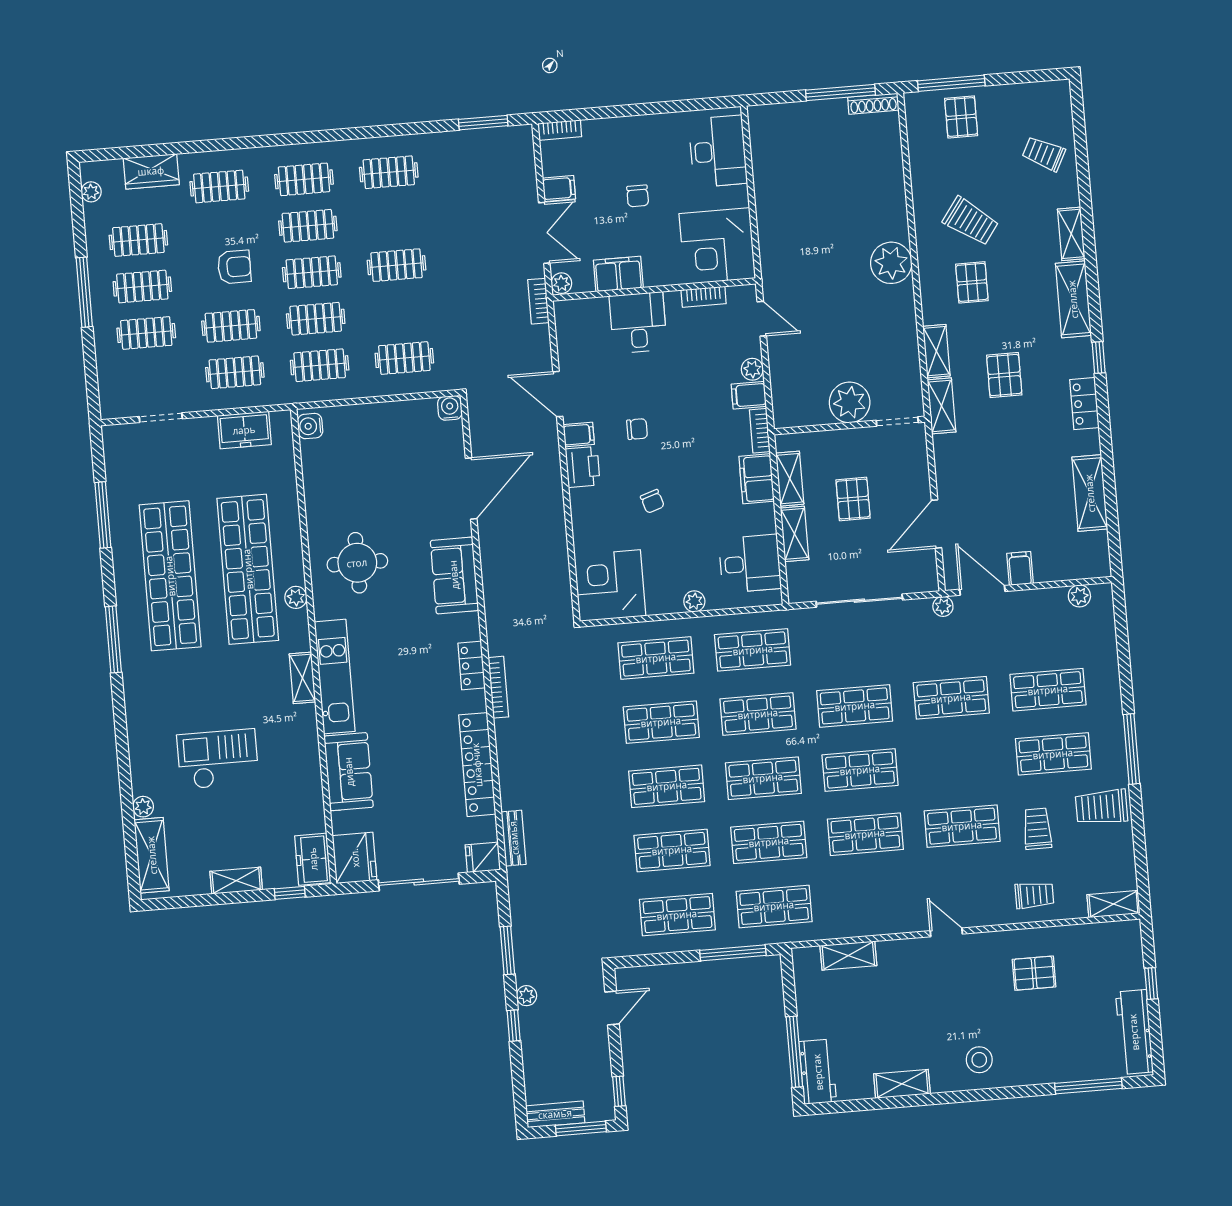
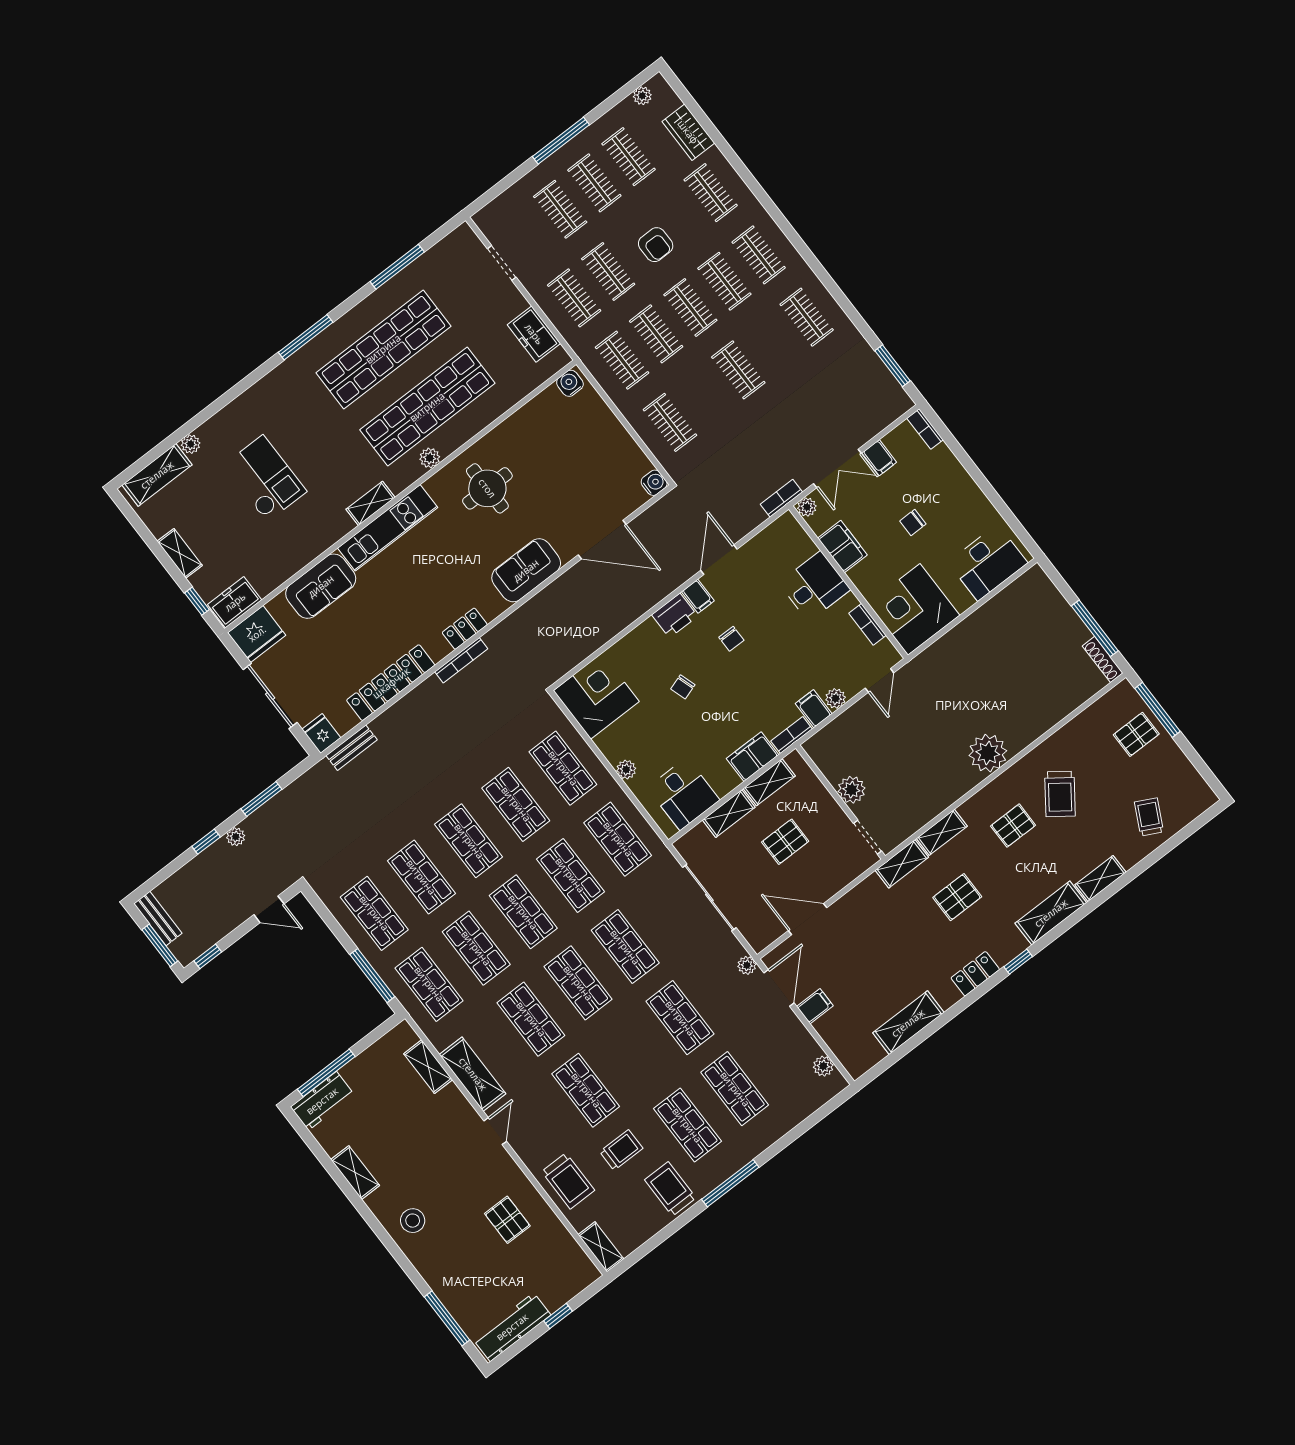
plant: (850, 402) -> (851, 790), width x0.73, depth x0.73
trolley: (1034, 895) -> (568, 1181), width x1.36, depth x1.39
shelving: (881, 919) -> (473, 1074), added

